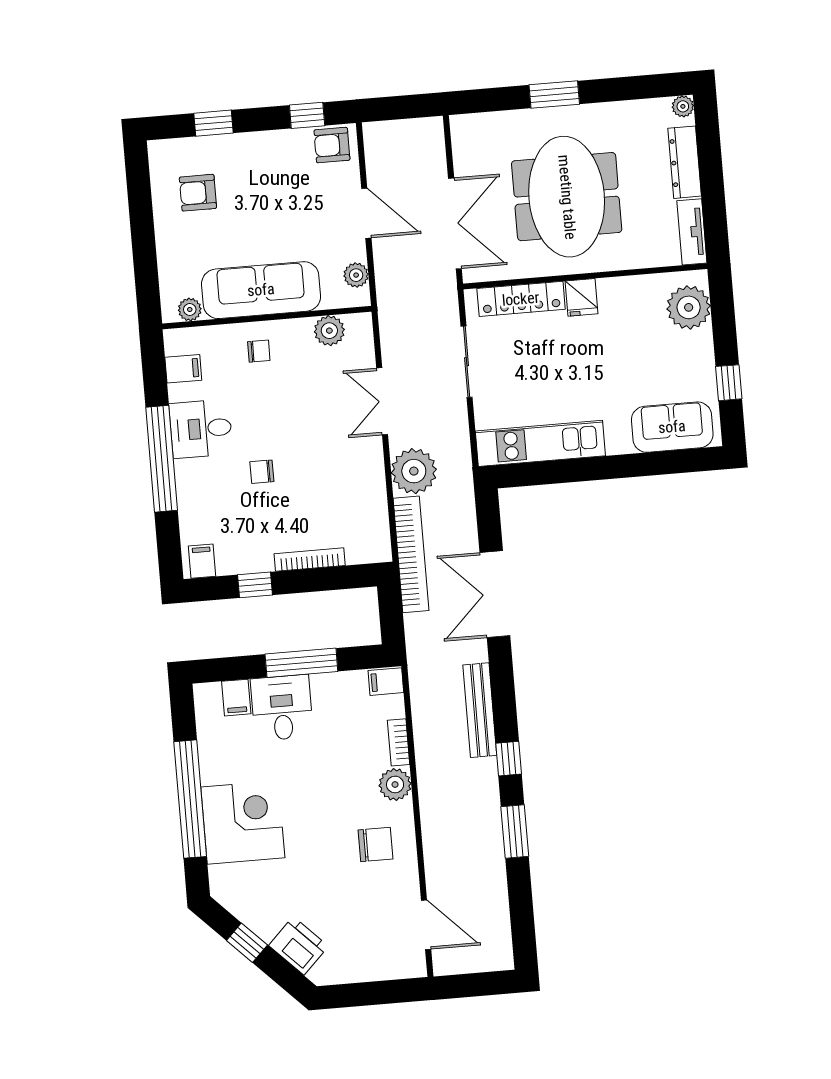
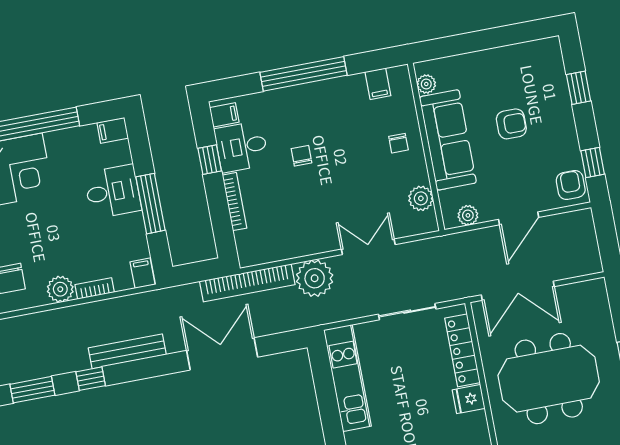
armchair: (198, 193) -> (511, 124), moved, turned 90
desk: (201, 429) -> (242, 147), moved, turned -90
filing cabinet: (236, 698) -> (113, 130), moved

